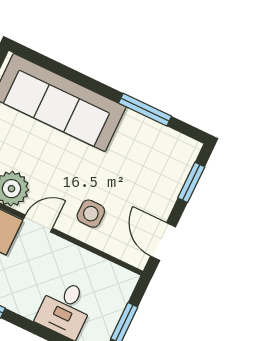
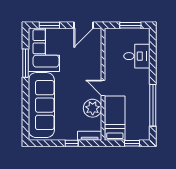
corner sofa: (153, 153) -> (44, 50), added
side table: (91, 214) -> (87, 65), removed

